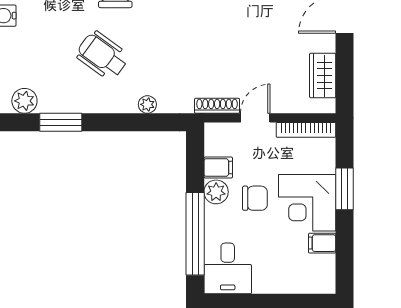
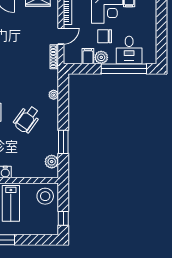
door: (255, 118) -> (61, 36), swing flipped
chair: (255, 198) -> (105, 36), turned -90
desk: (228, 268) -> (129, 50), moved, turned 90

